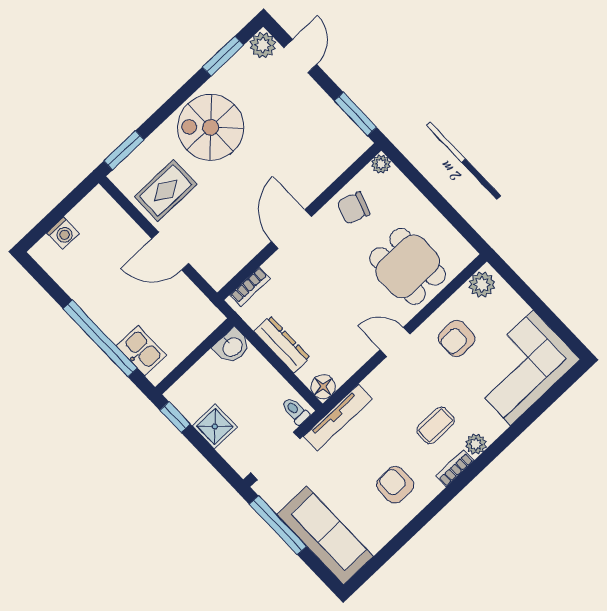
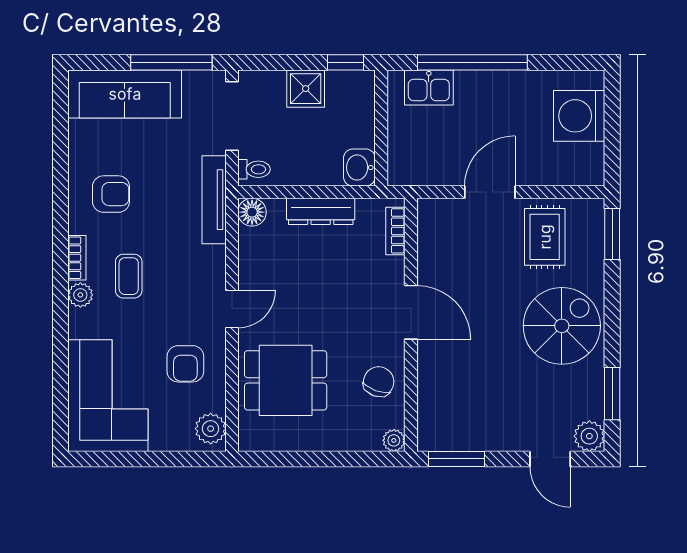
washing machine: (63, 233) -> (579, 116), width x1.89, depth x1.89
armchair: (457, 338) -> (185, 364), turned 180

